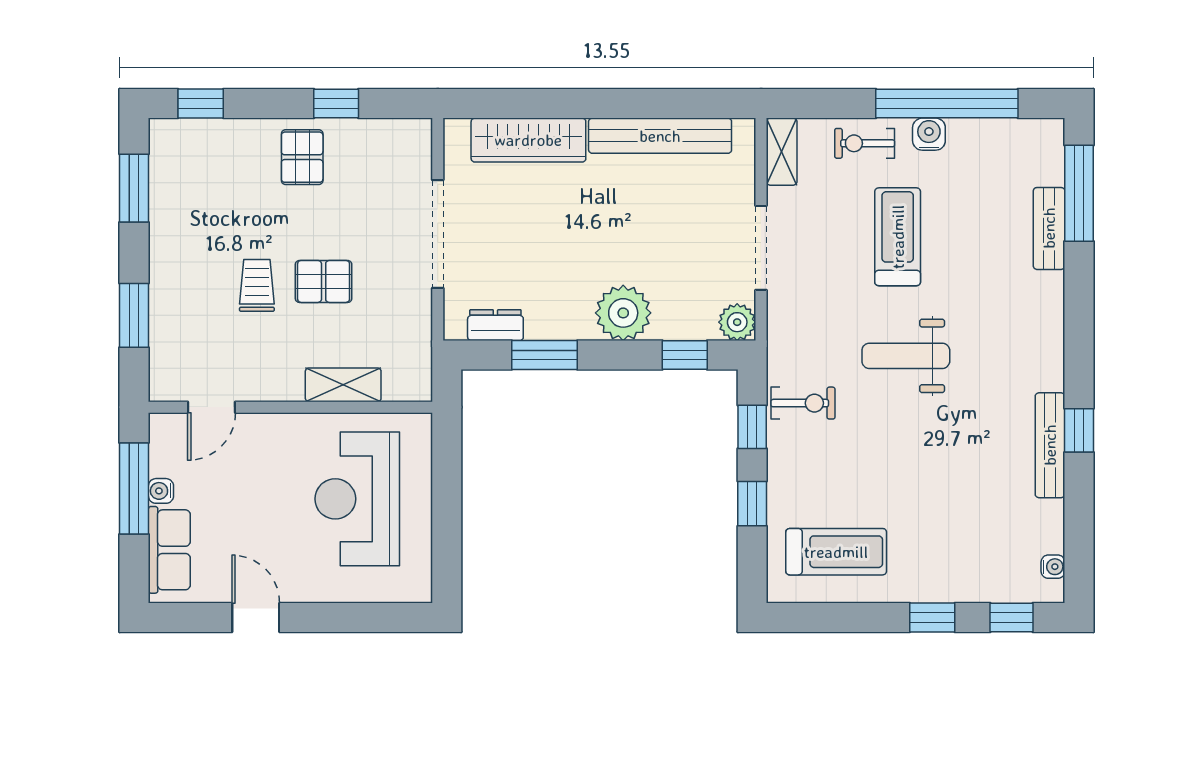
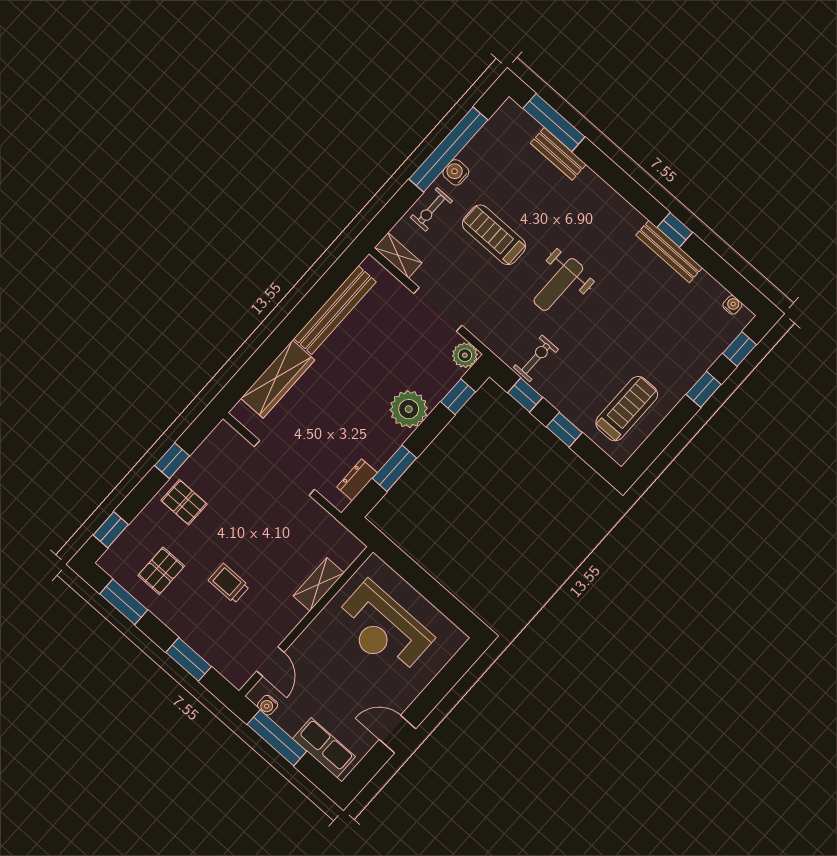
pallet: (324, 281) -> (161, 571), moved
water cooler: (161, 491) -> (268, 705), moved

